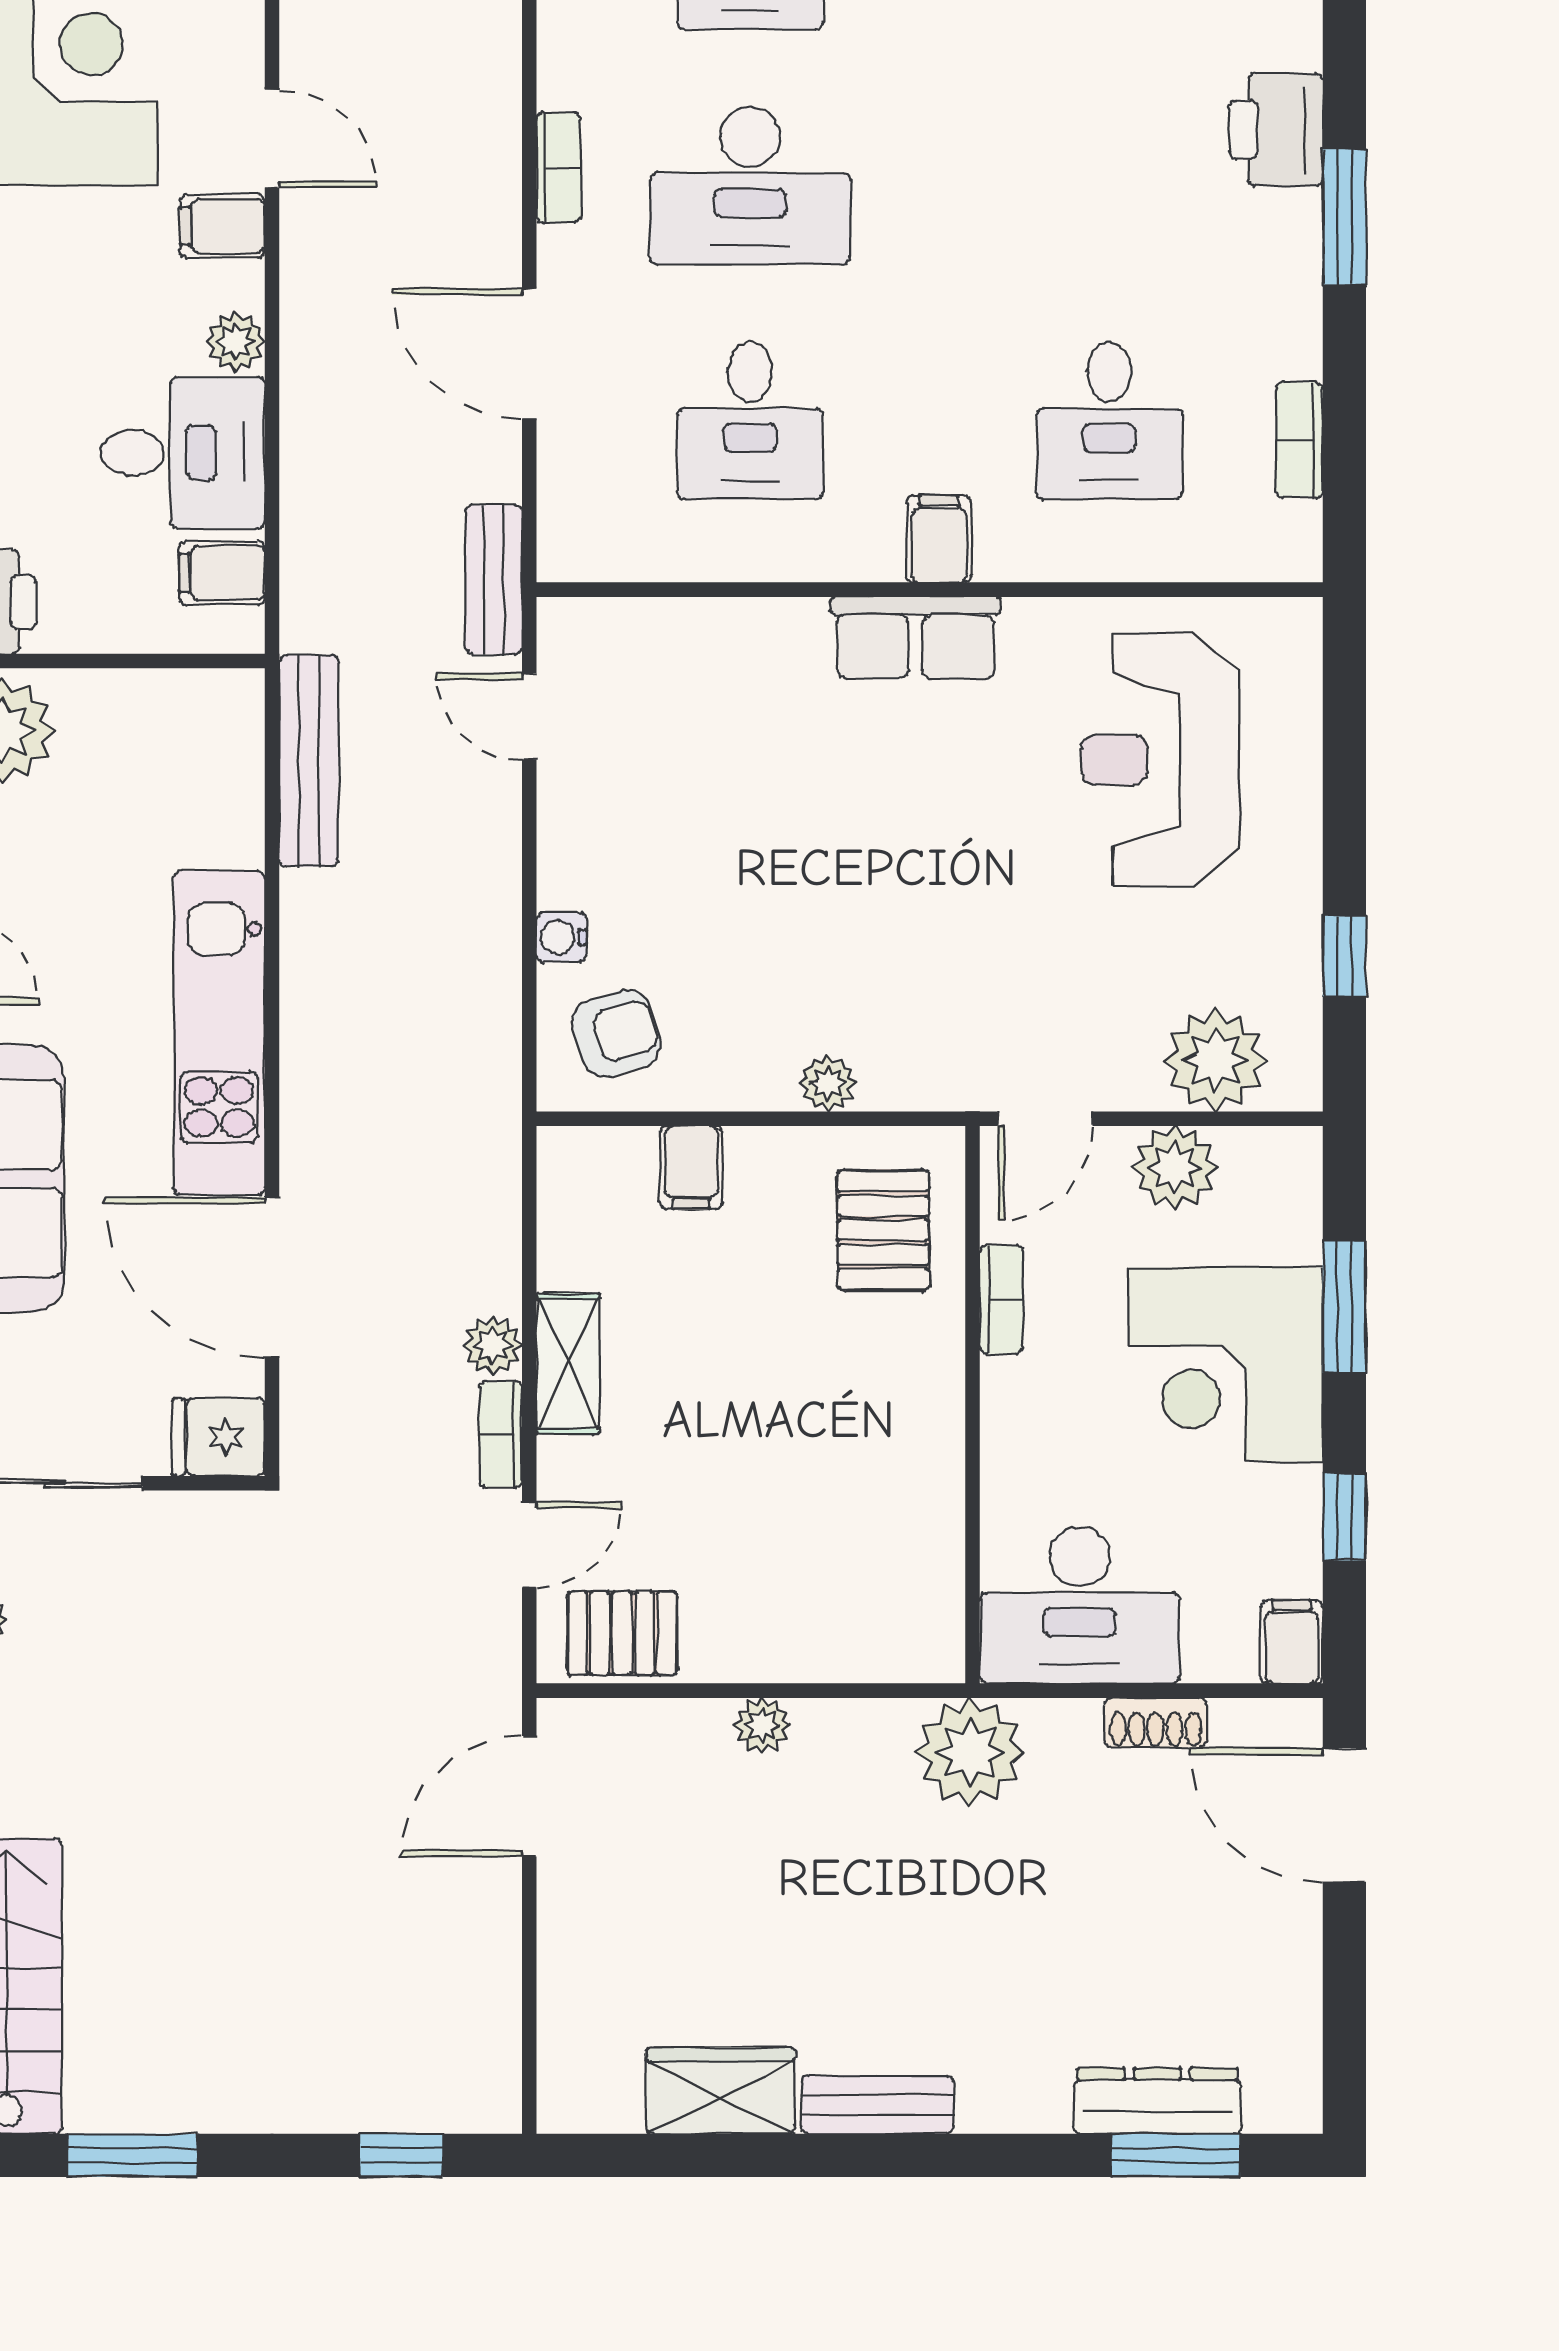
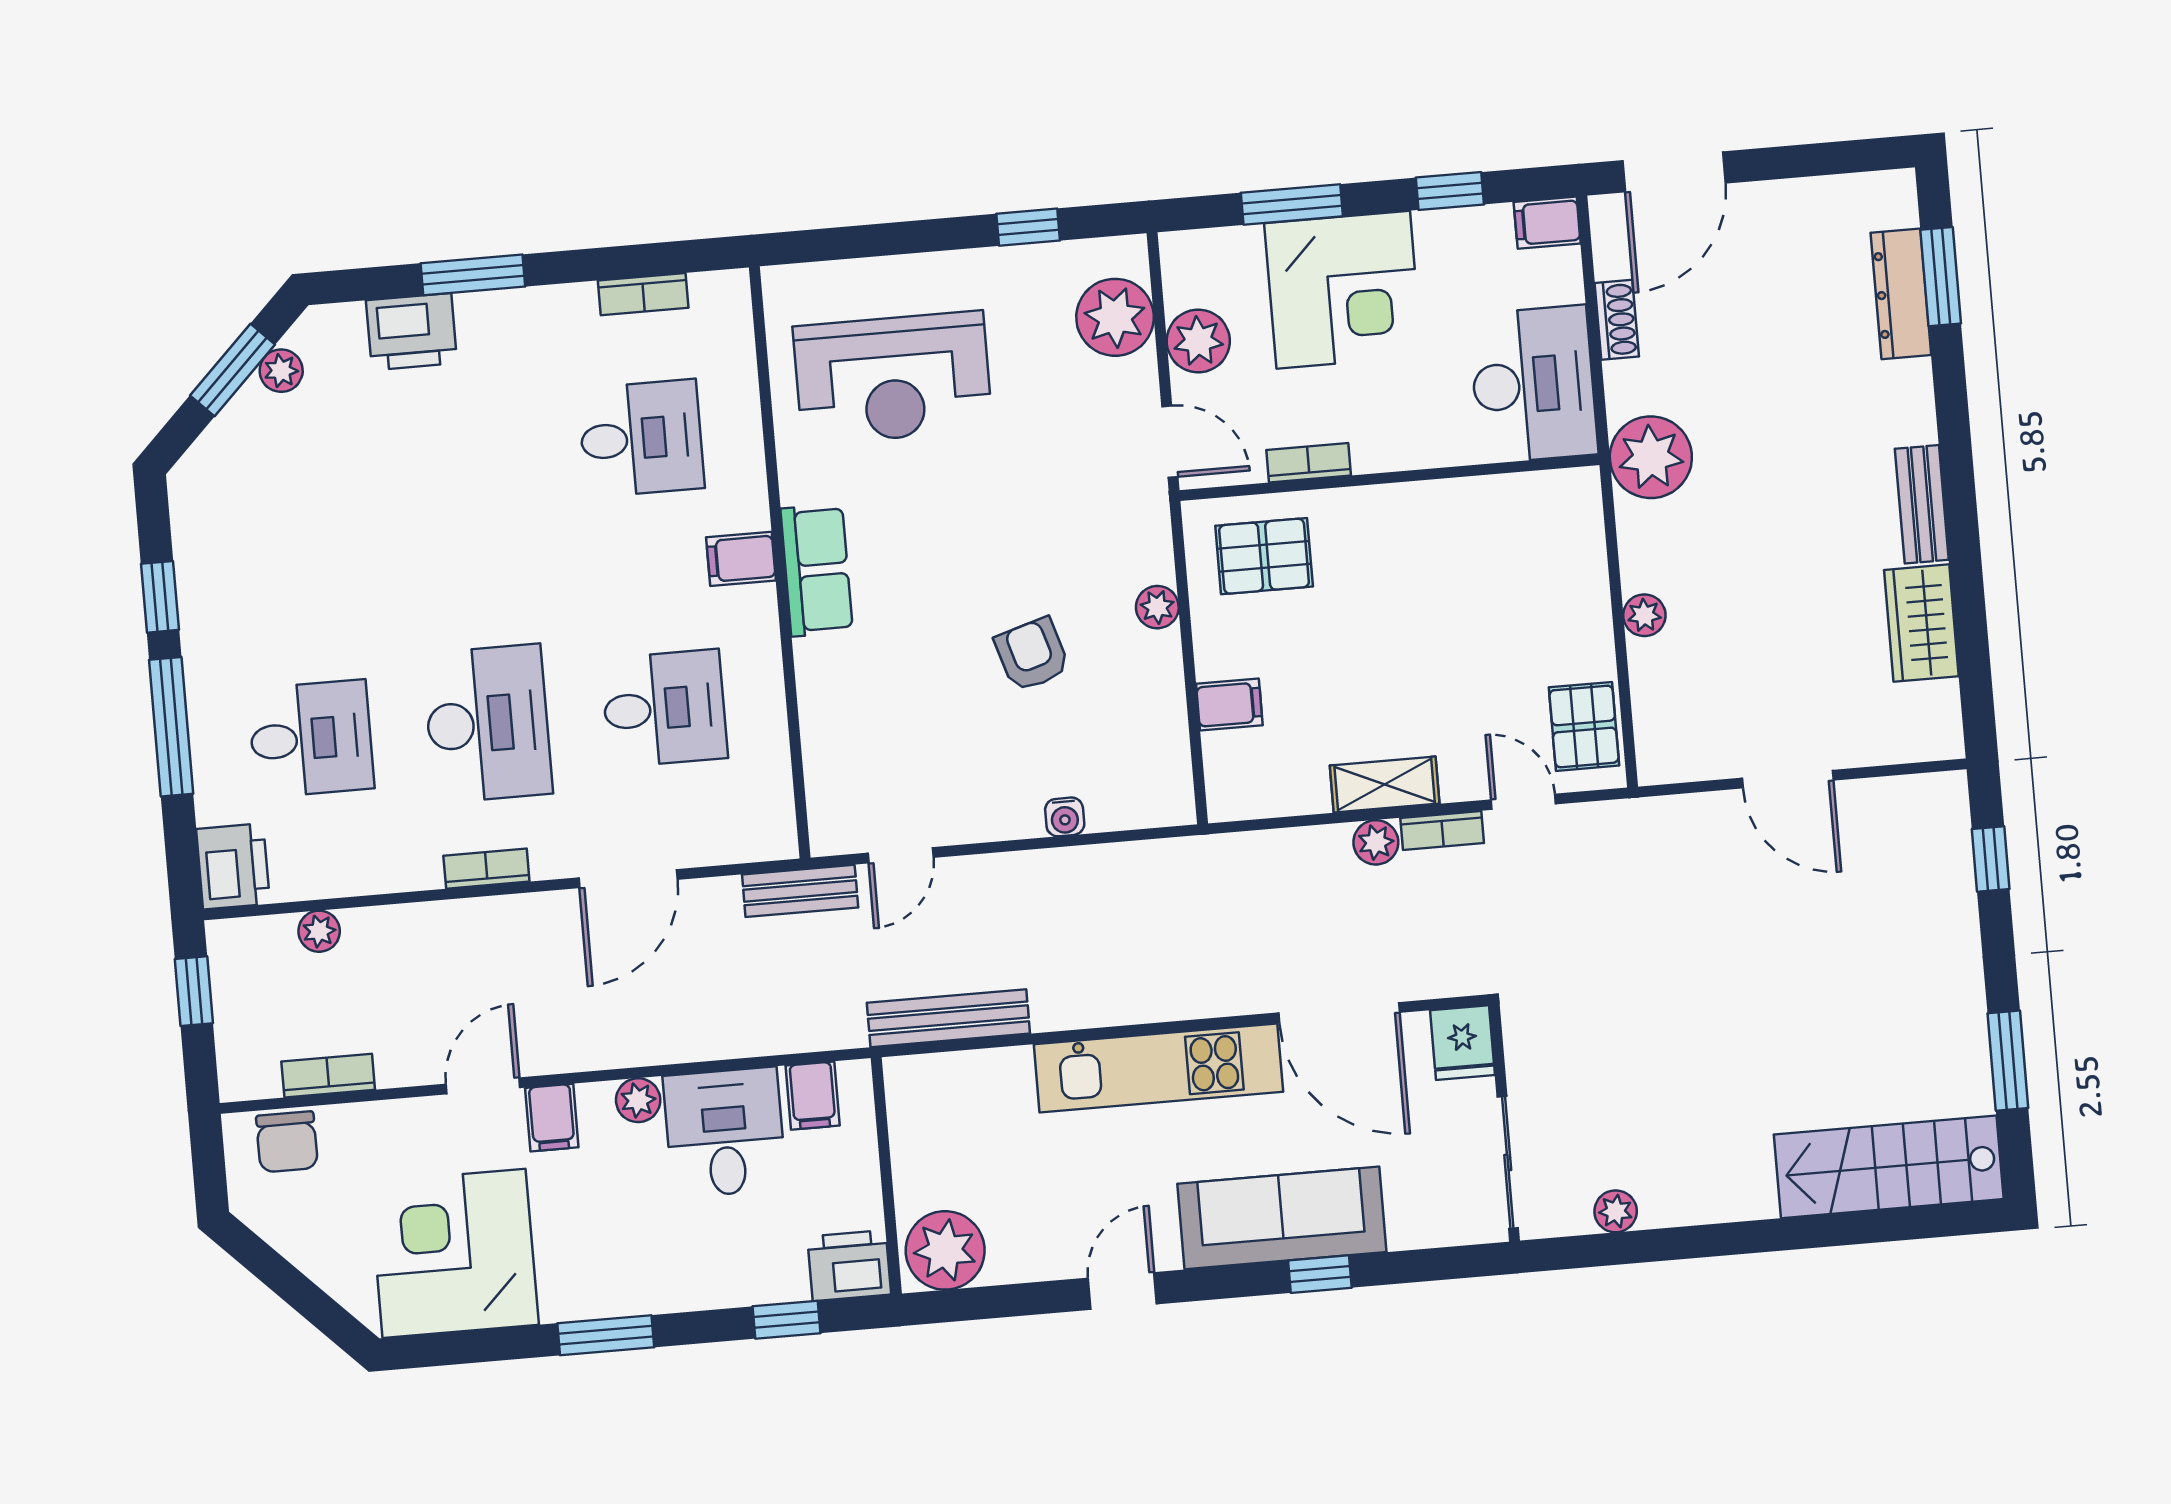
armchair: (616, 1033) -> (1032, 654), moved
door: (272, 1277) -> (1339, 1013), hinge flipped
door: (529, 1796) -> (1788, 779), moved

